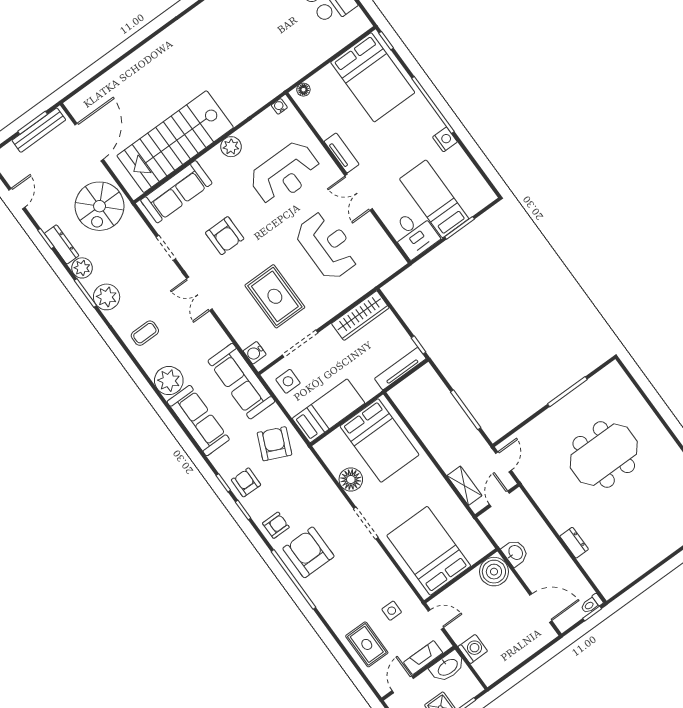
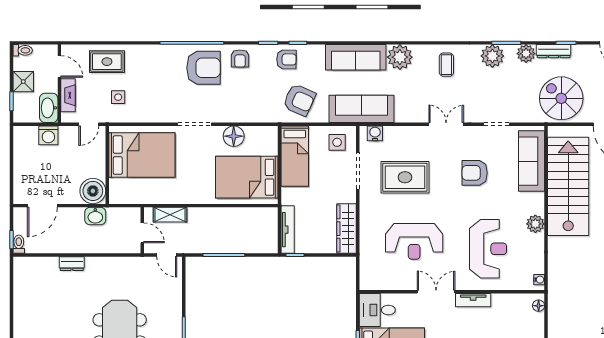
reception desk: (285, 173) -> (488, 249), turned 180

